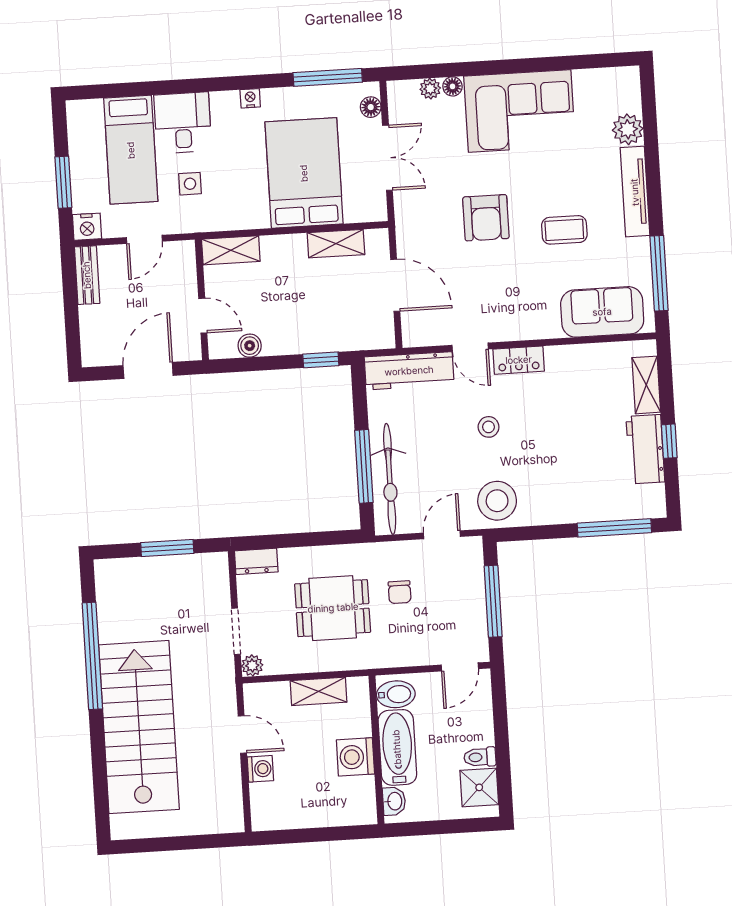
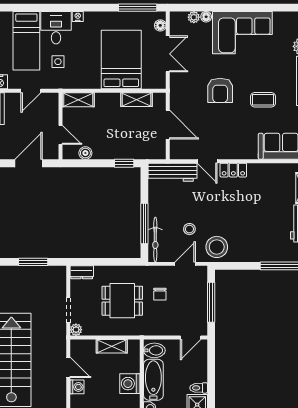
nightstand: (250, 98) -> (78, 16), moved
stool: (489, 427) -> (189, 229), moved
bicycle: (390, 479) -> (155, 240), width x0.73, depth x0.71

